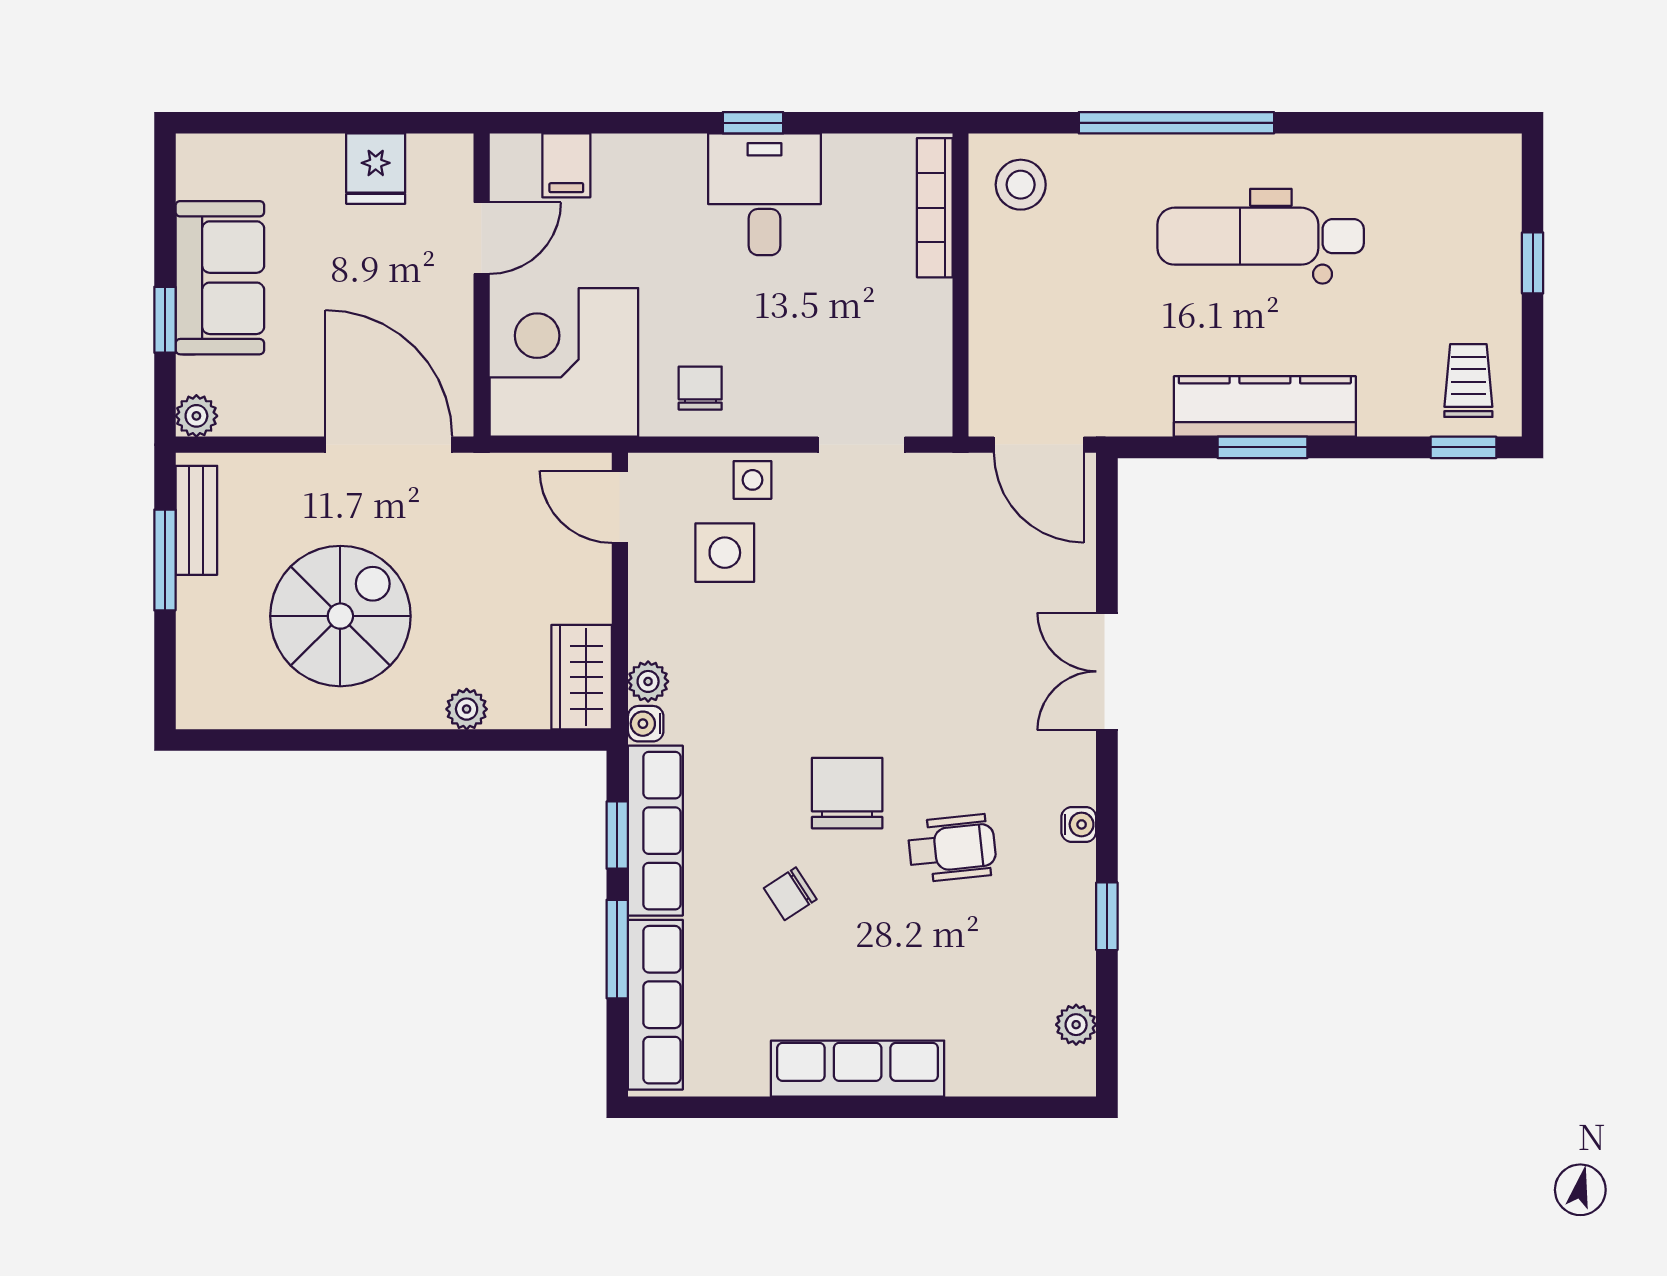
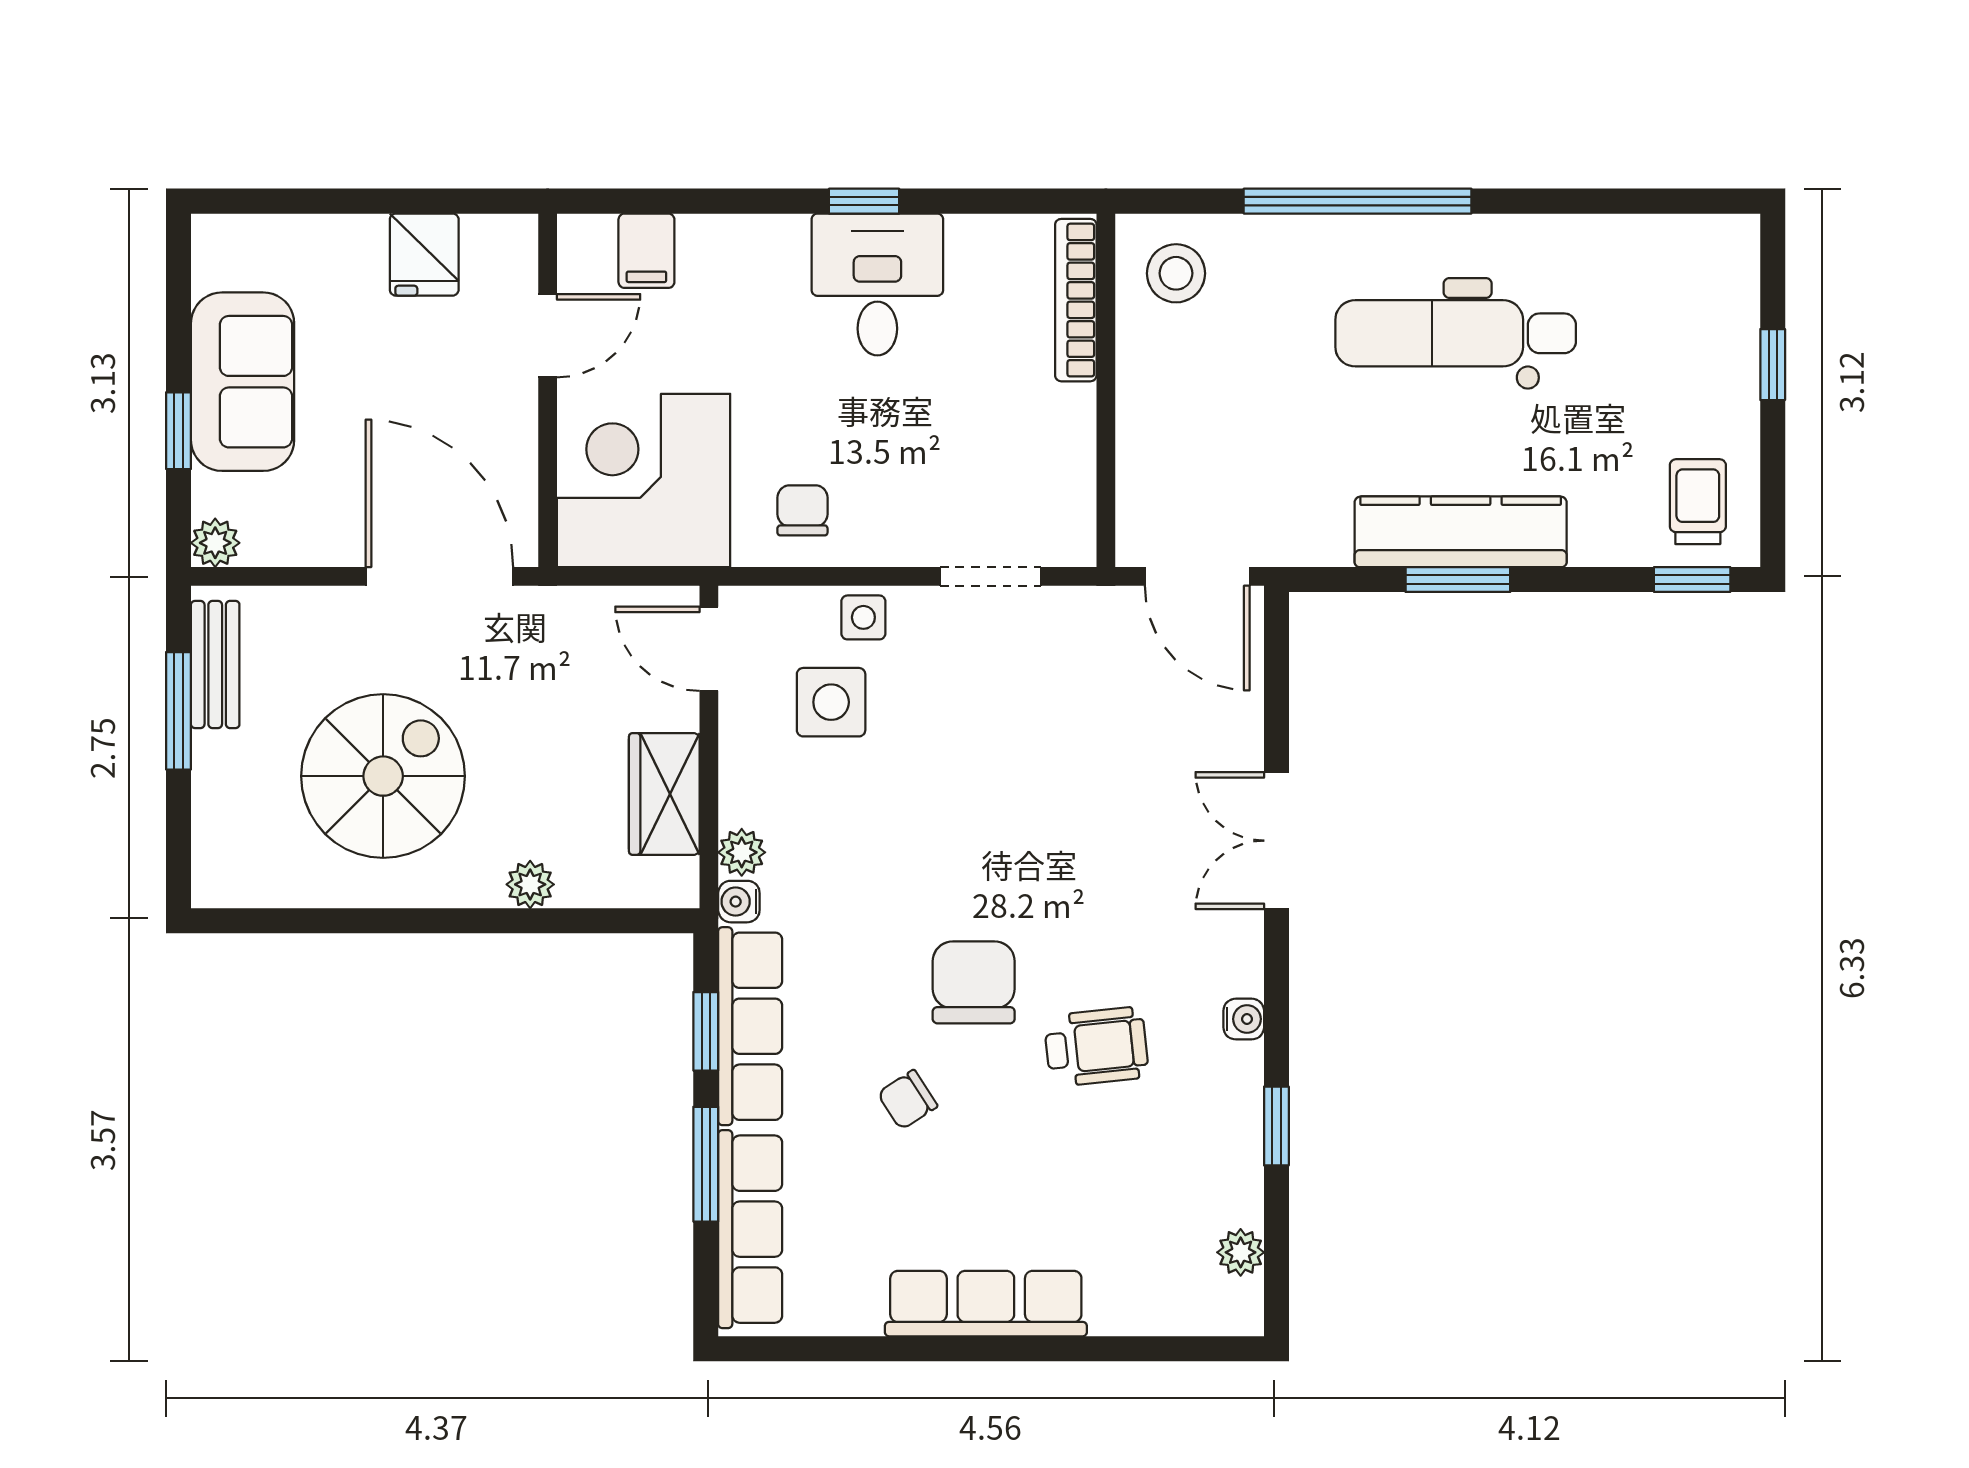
wardrobe: (582, 677) -> (664, 794), moved

